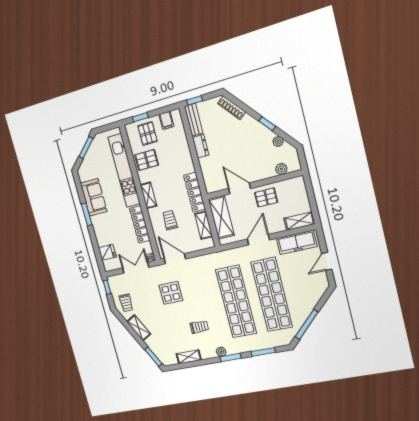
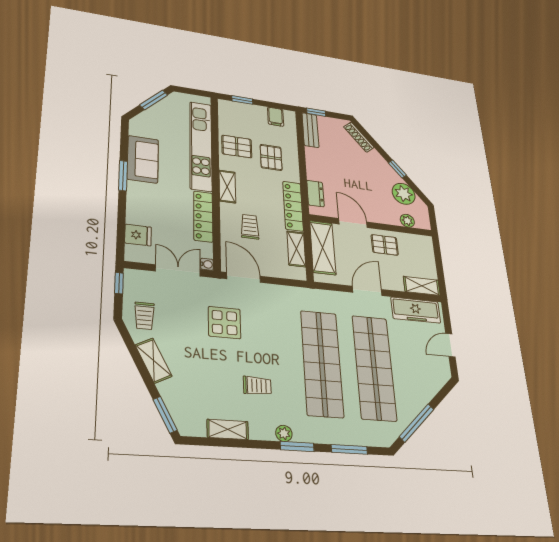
pallet: (147, 133) -> (271, 157), moved
plant: (278, 141) -> (404, 194), width x1.88, depth x1.88
dresser: (201, 146) -> (315, 194), moved

